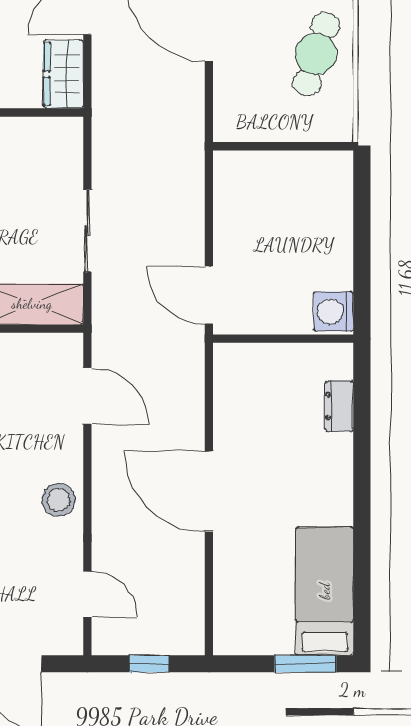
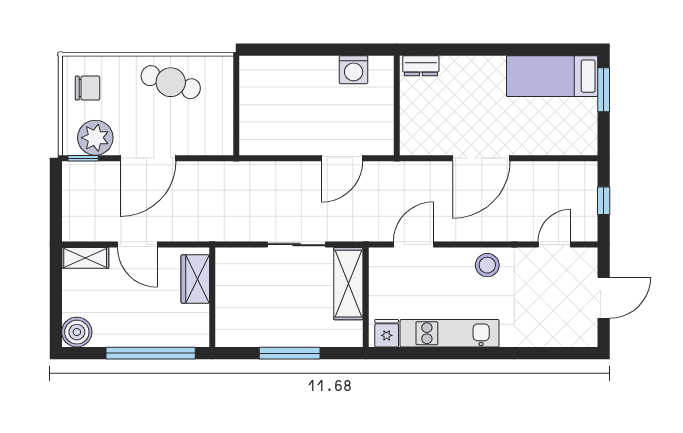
wardrobe: (63, 74) -> (195, 279), moved, turned 90
wall: (283, 339) -> (397, 106), moved

